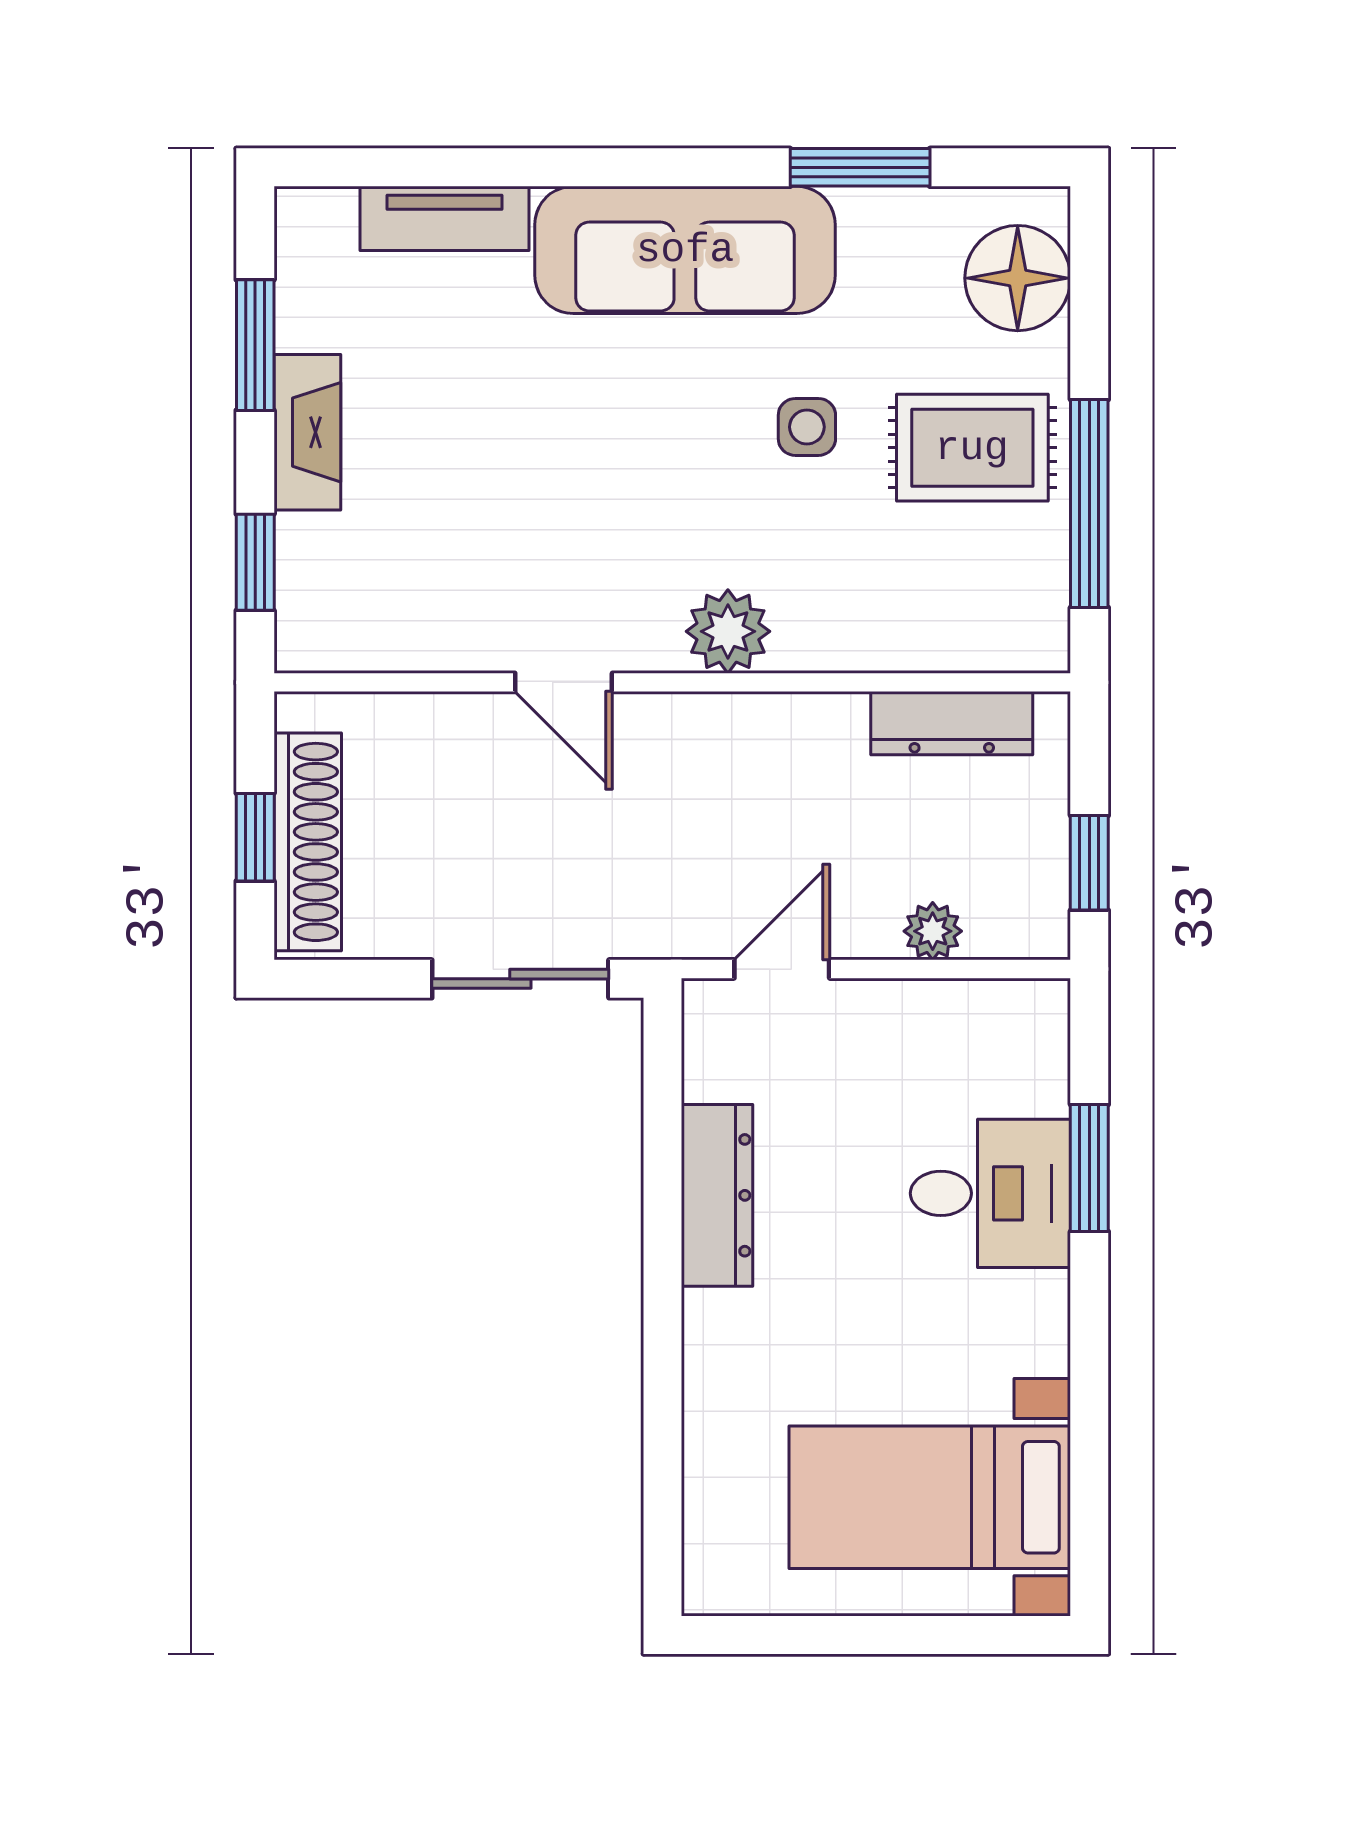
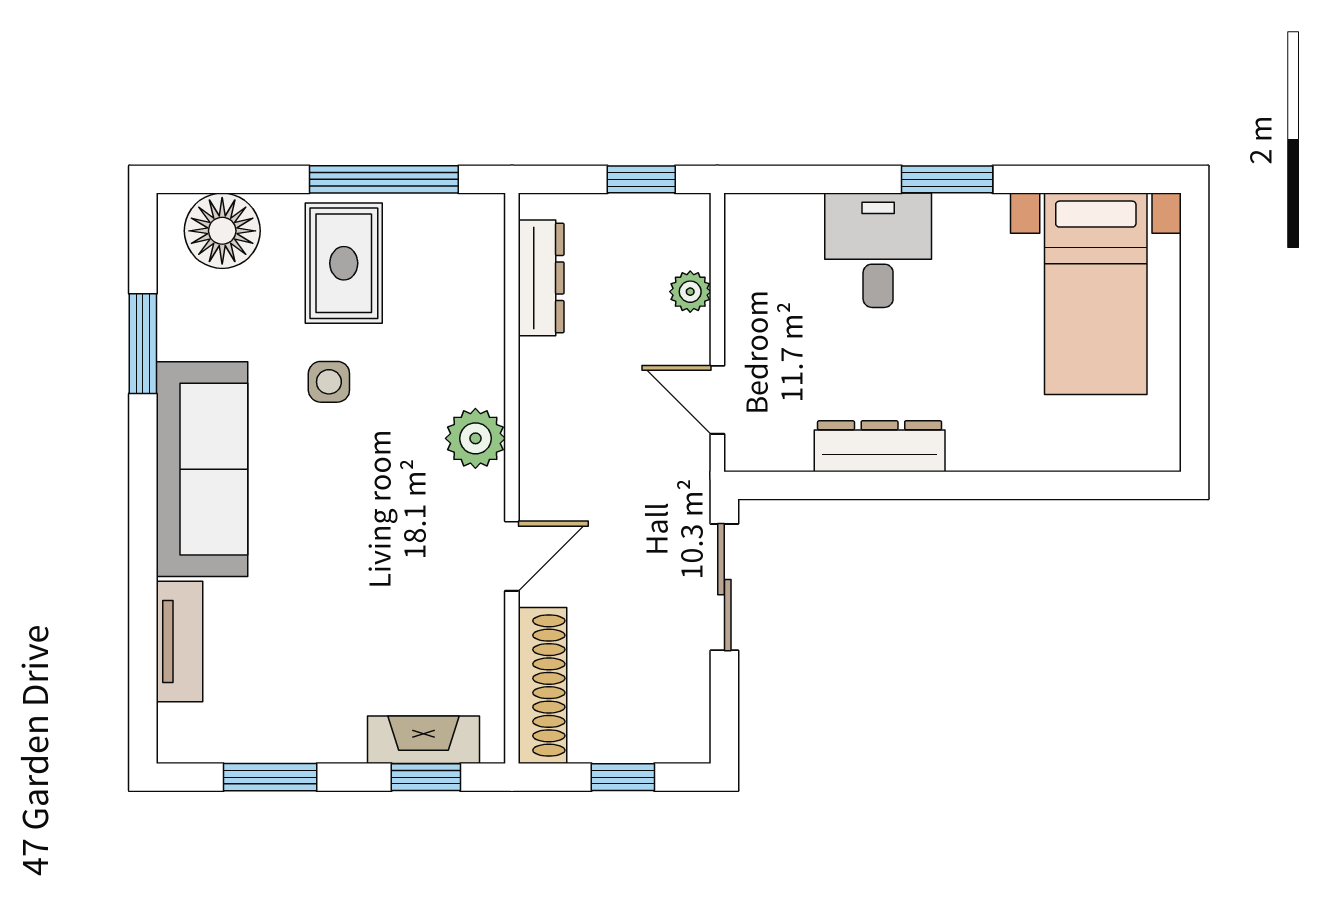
fireplace: (307, 432) -> (424, 740), moved
shoe rack: (308, 842) -> (543, 685), moved, turned 90
window: (1089, 1168) -> (947, 179), moved

